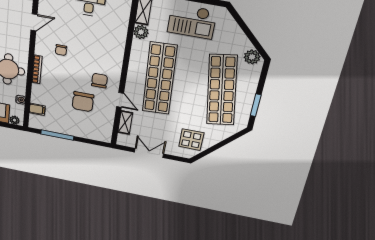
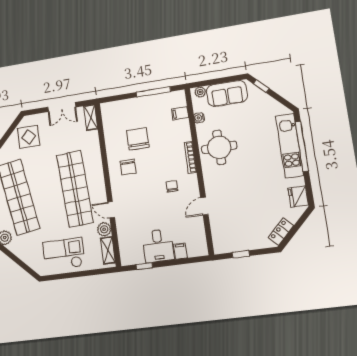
door: (120, 100) -> (111, 210), moved
shelving: (125, 123) -> (91, 117), moved

